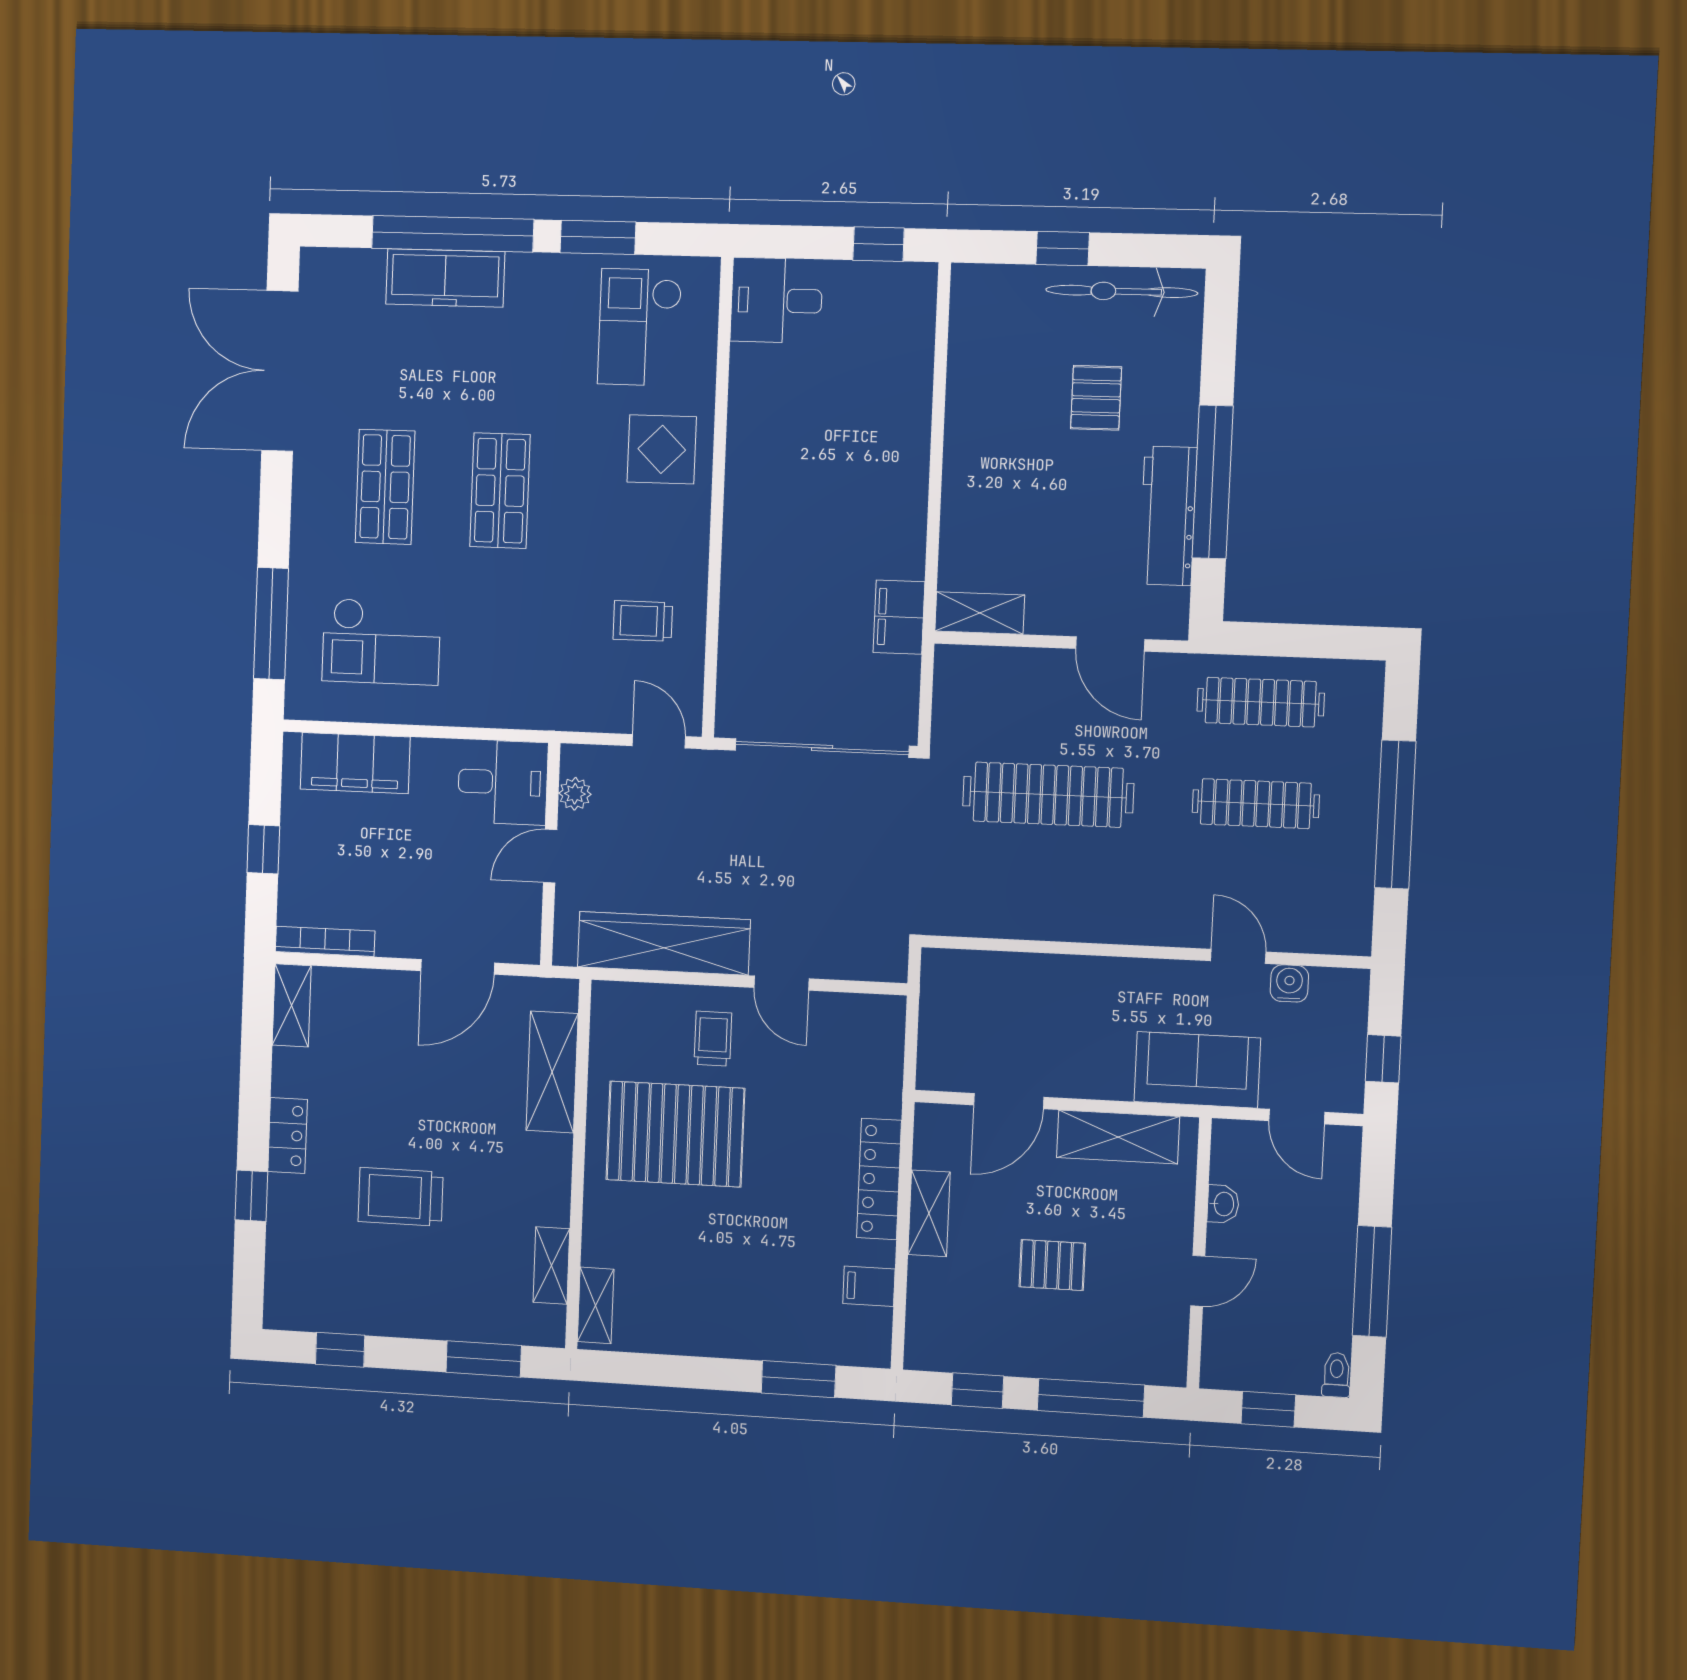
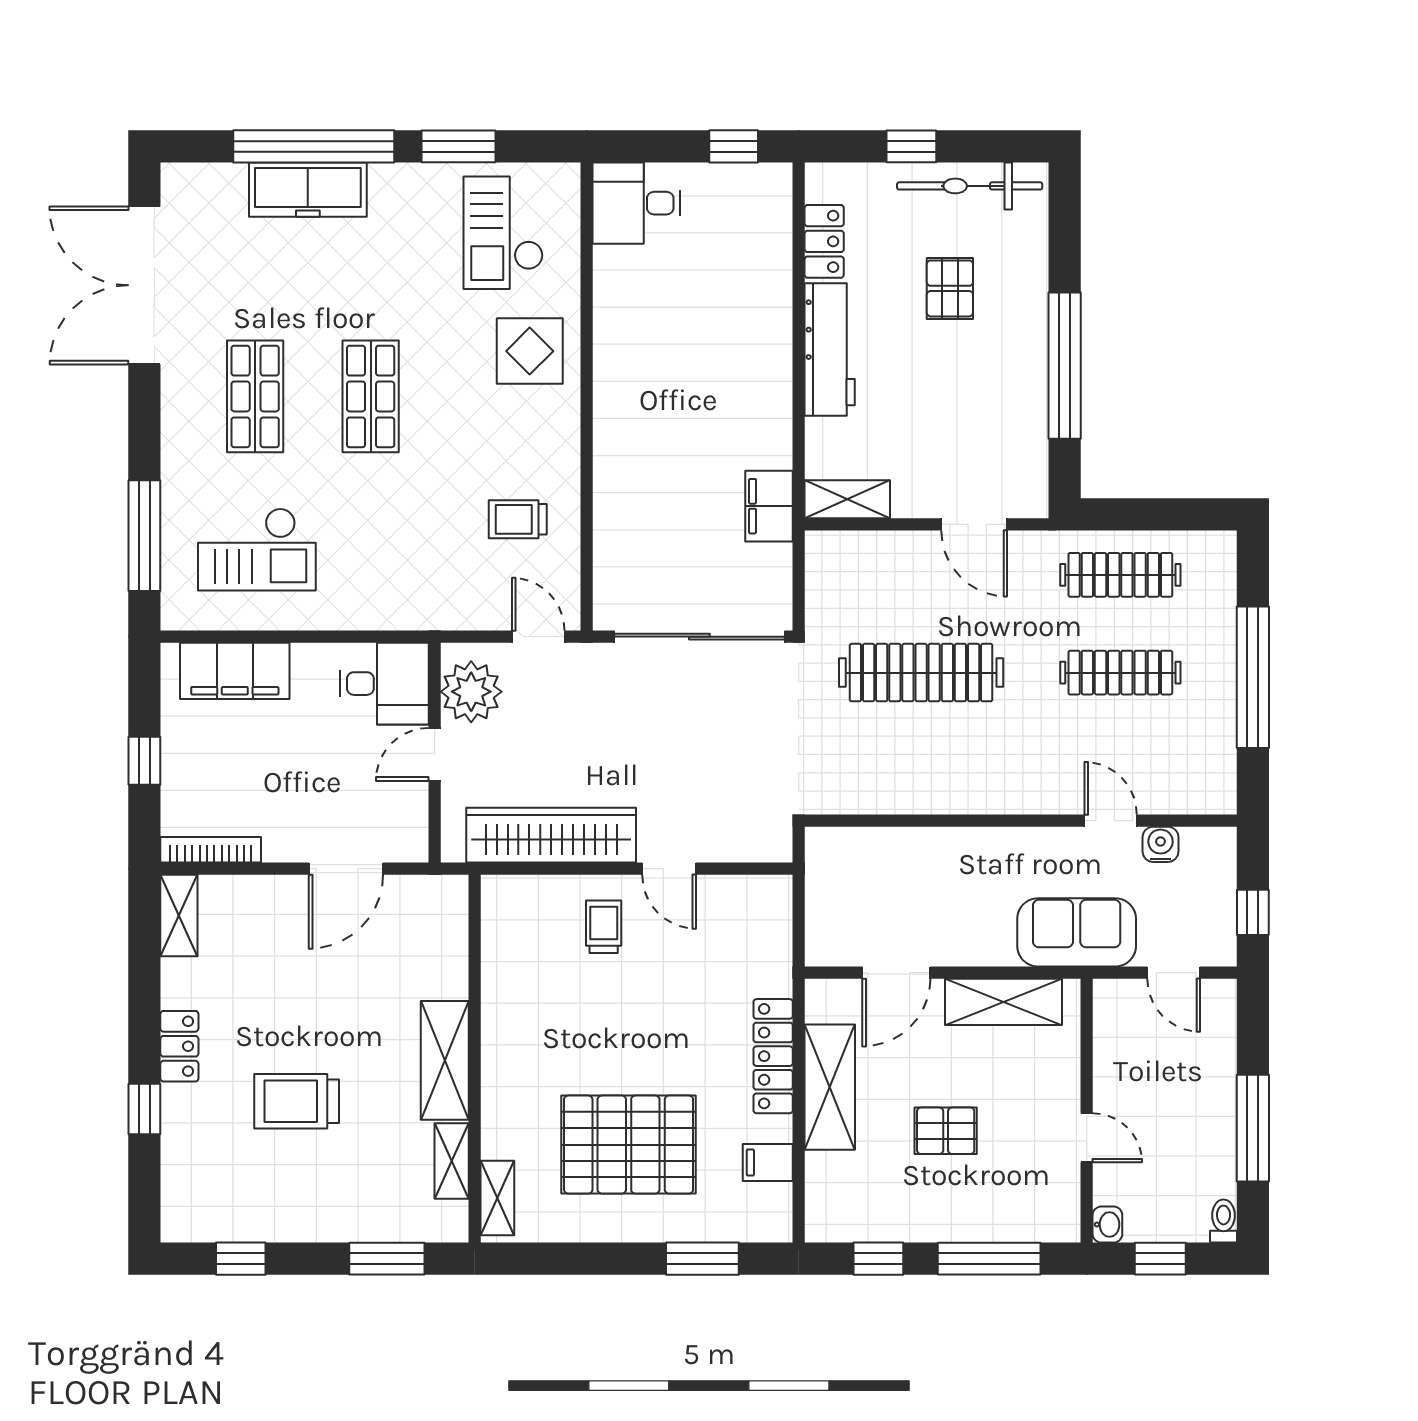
locker: (968, 345) -> (824, 241), added
workbench: (1168, 516) -> (830, 350), moved, turned 180
plant: (575, 794) -> (471, 692), width x1.87, depth x1.87
shelving: (552, 1072) -> (445, 1060), moved
pallet: (675, 1134) -> (629, 1145), moved
washbasin: (1223, 1204) -> (1107, 1225), moved
shelving: (929, 1213) -> (830, 1087), width x1.50, depth x1.33
door: (1198, 1281) -> (1087, 1138), hinge flipped

